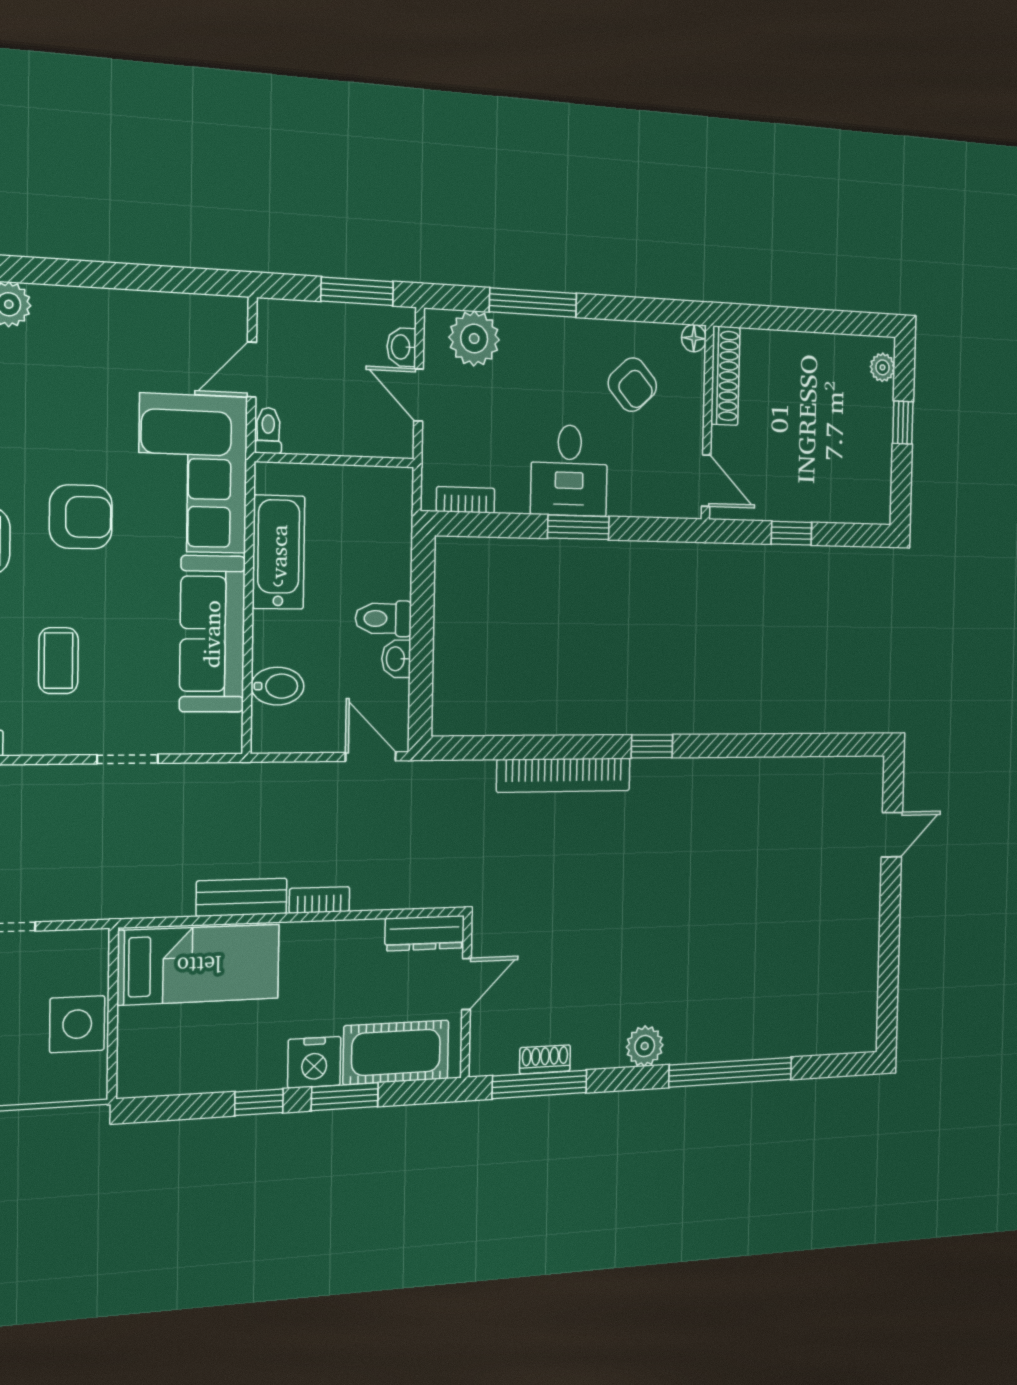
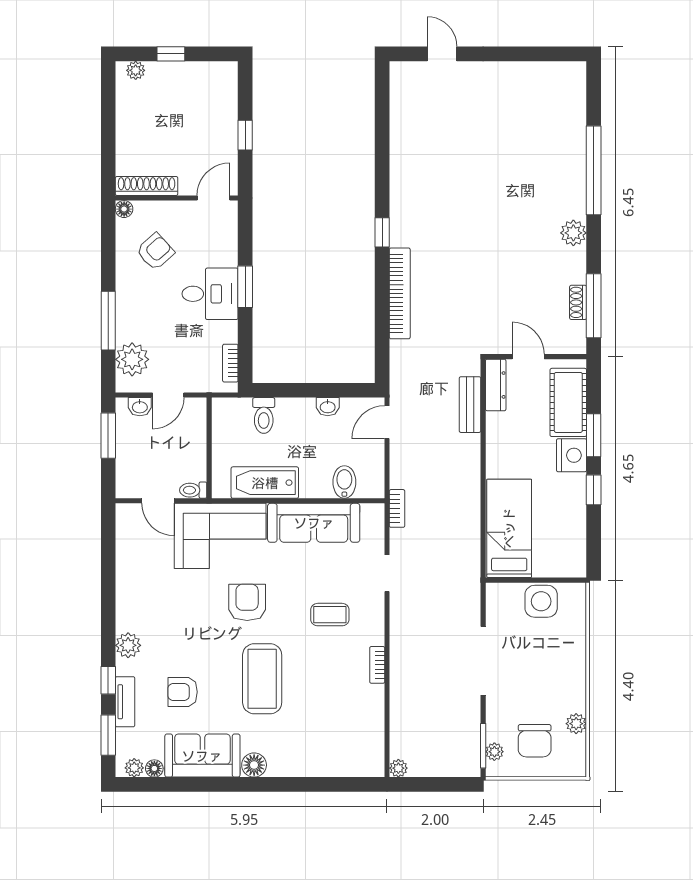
toilet: (383, 619) -> (264, 415), moved
bench: (242, 897) -> (470, 405), moved
bookcase: (319, 900) -> (397, 508), moved, turned 180

